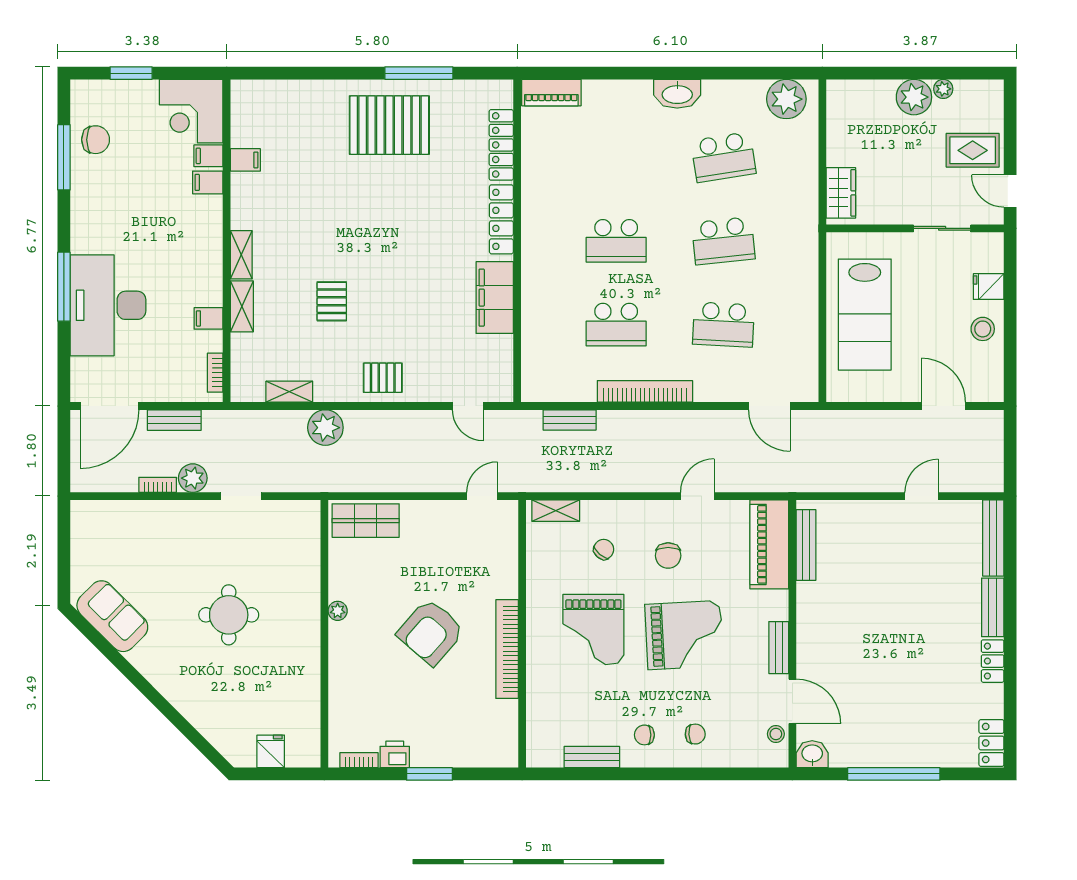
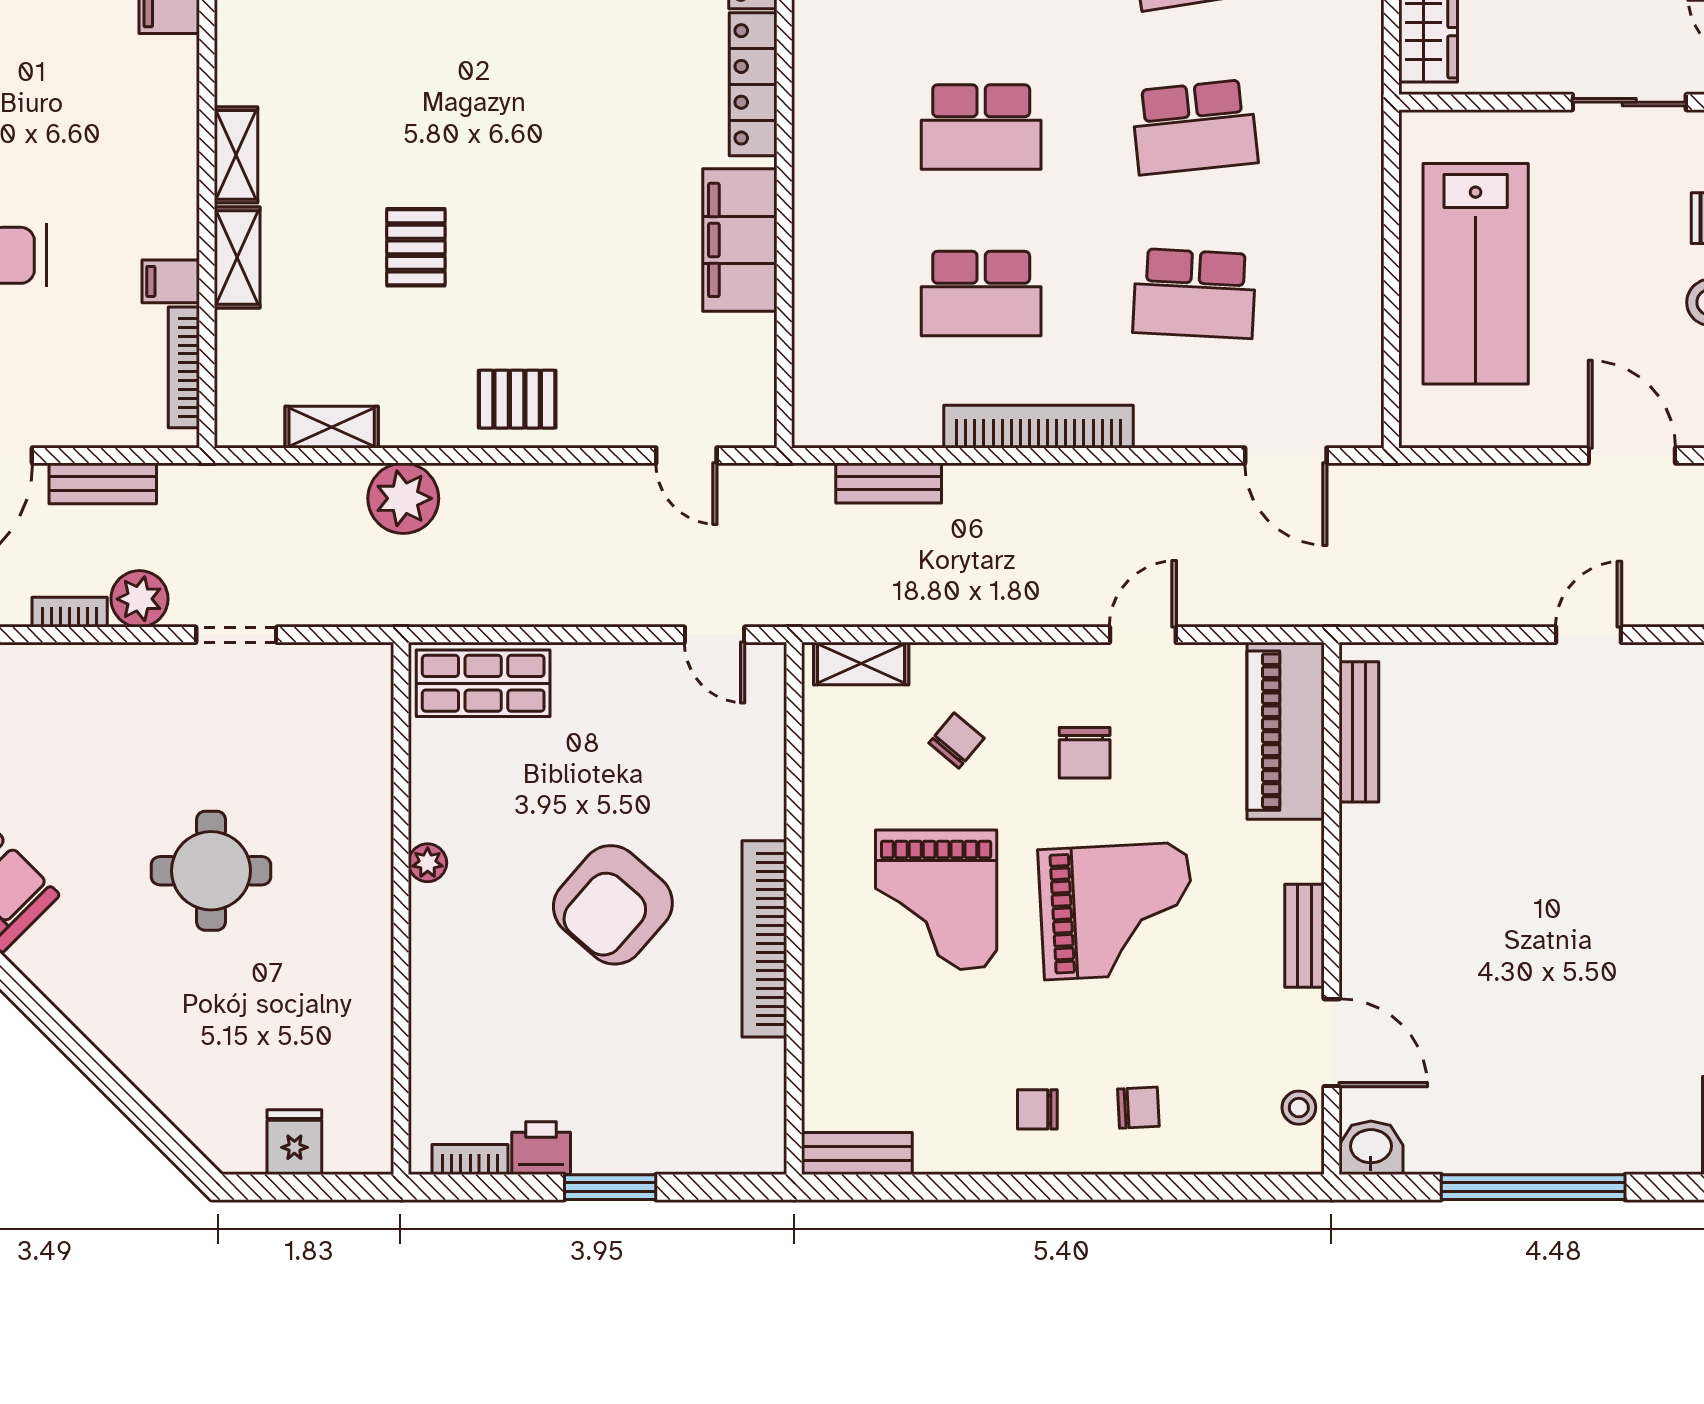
bookcase: (215, 373) -> (184, 367), width x1.56
door: (482, 496) -> (715, 635), swing flipped
bench: (592, 757) -> (857, 1154), moved

